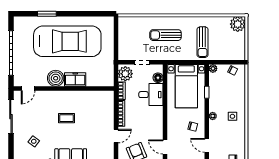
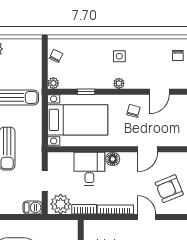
barbecue: (123, 53) -> (33, 207), added
floor lamp: (158, 78) -> (113, 159), moved
door: (165, 147) -> (148, 149), moved

